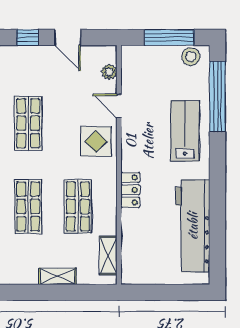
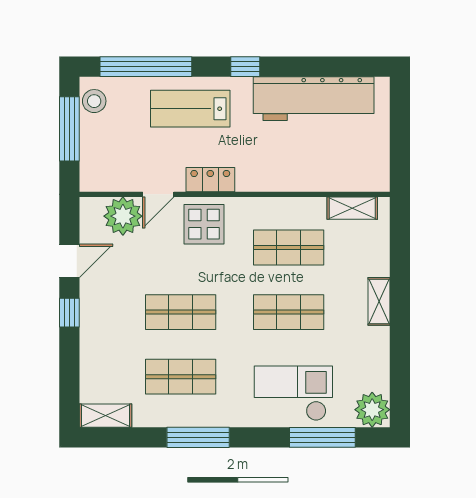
plant: (109, 72) -> (123, 216), width x1.88, depth x1.88
window: (217, 173) -> (245, 67), added
locker: (130, 190) -> (210, 180), moved
shelving: (58, 276) -> (379, 301), moved

